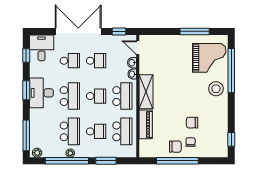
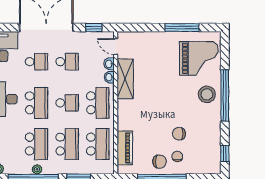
window: (231, 71) -> (225, 96), moved
shelving: (146, 92) -> (125, 79), moved
piano: (146, 124) -> (125, 148), moved
school desk: (96, 131) -> (67, 144), width x1.85

